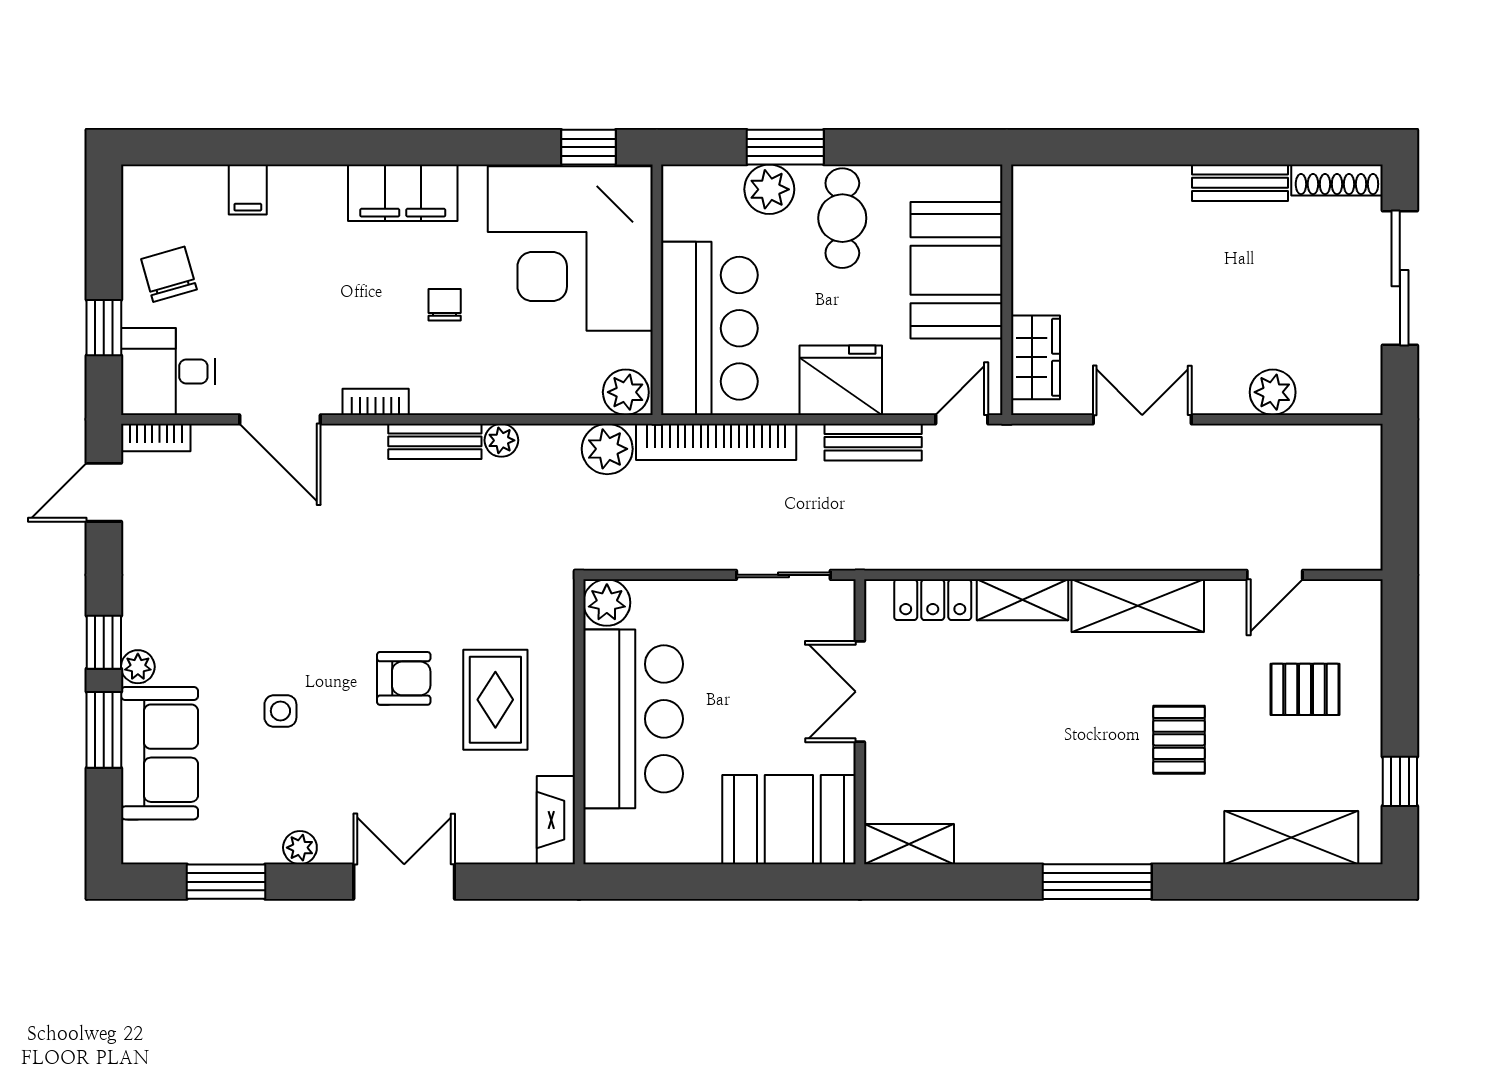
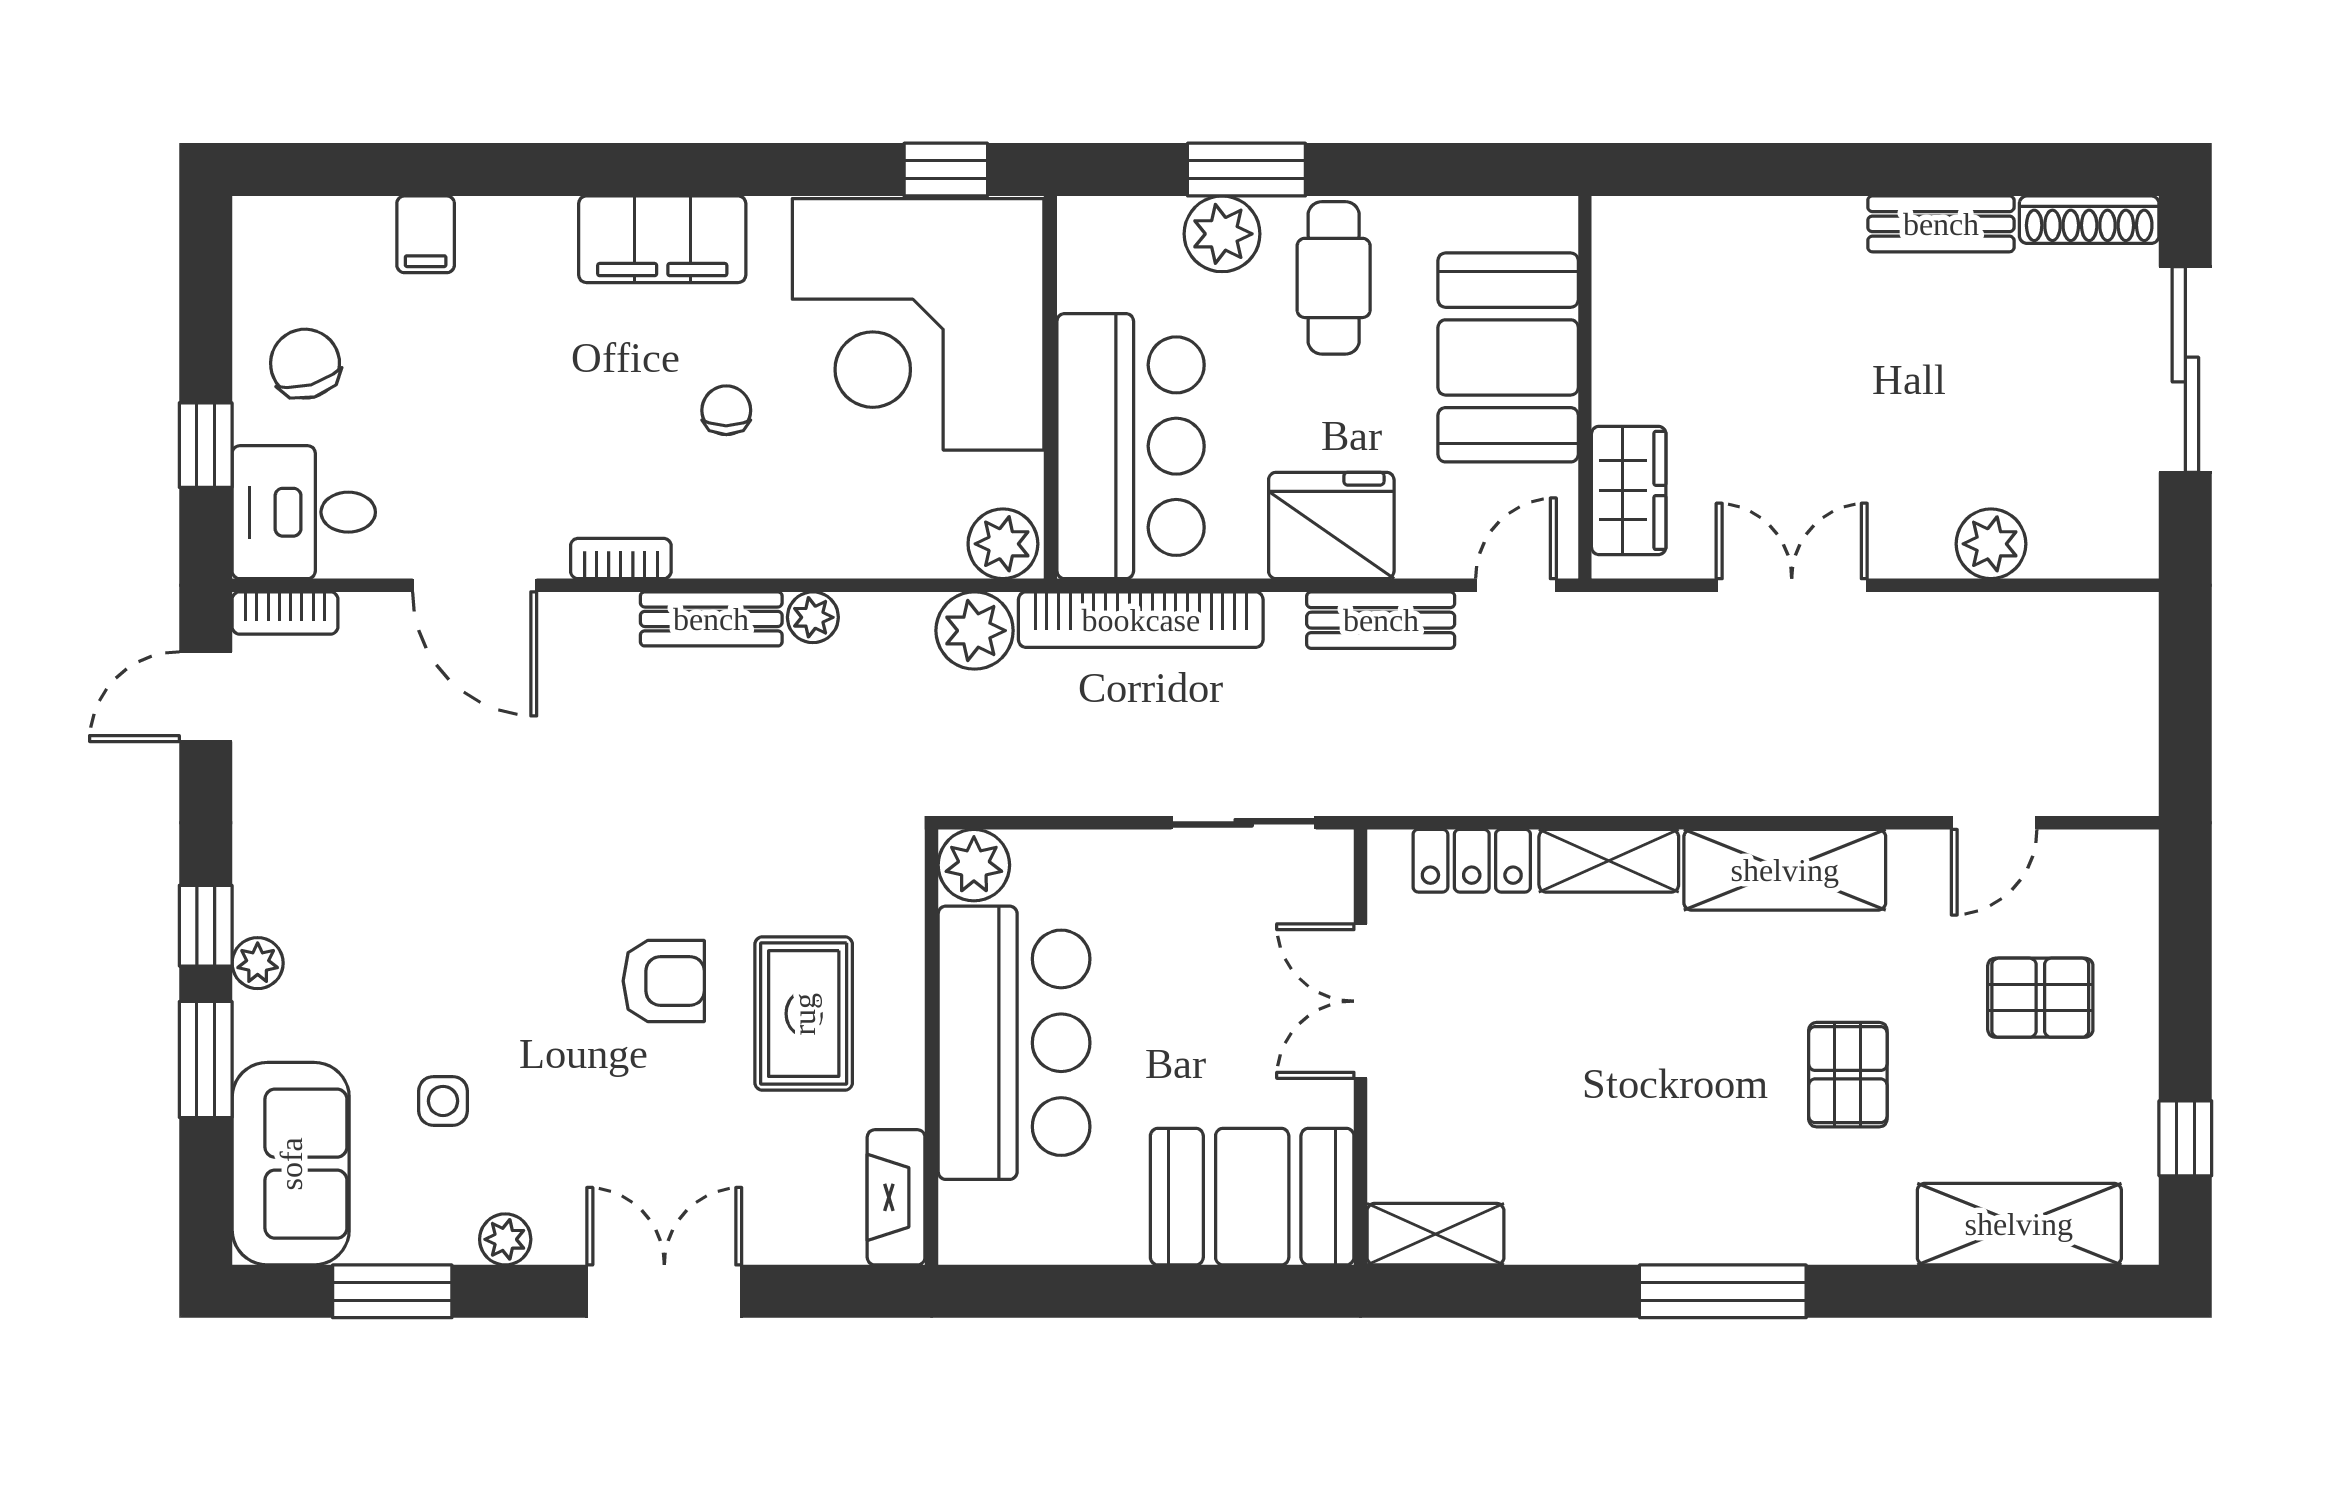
side table: (280, 711) -> (443, 1101), moved
sofa: (159, 753) -> (291, 1164), moved

